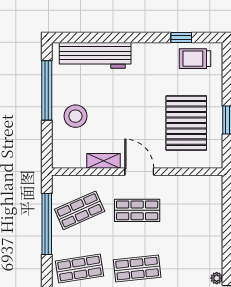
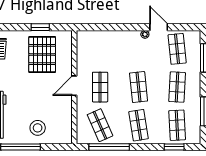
pallet: (186, 123) -> (42, 55), turned 90
shelving: (104, 161) -> (67, 109), removed

